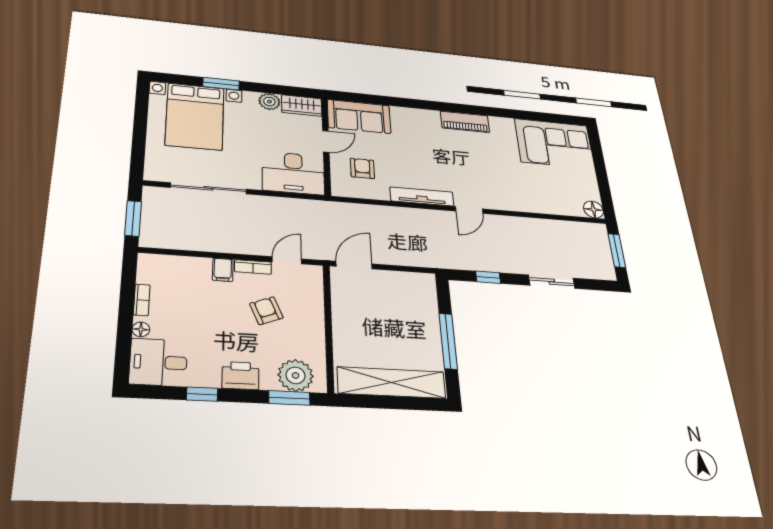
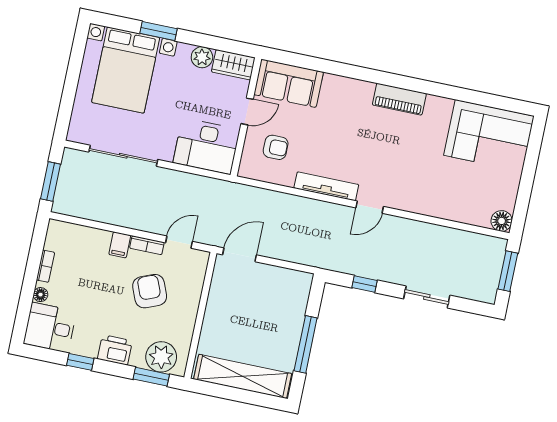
armchair: (362, 168) -> (276, 147), turned 90
armchair: (266, 311) -> (150, 291), width x1.38, depth x1.38

